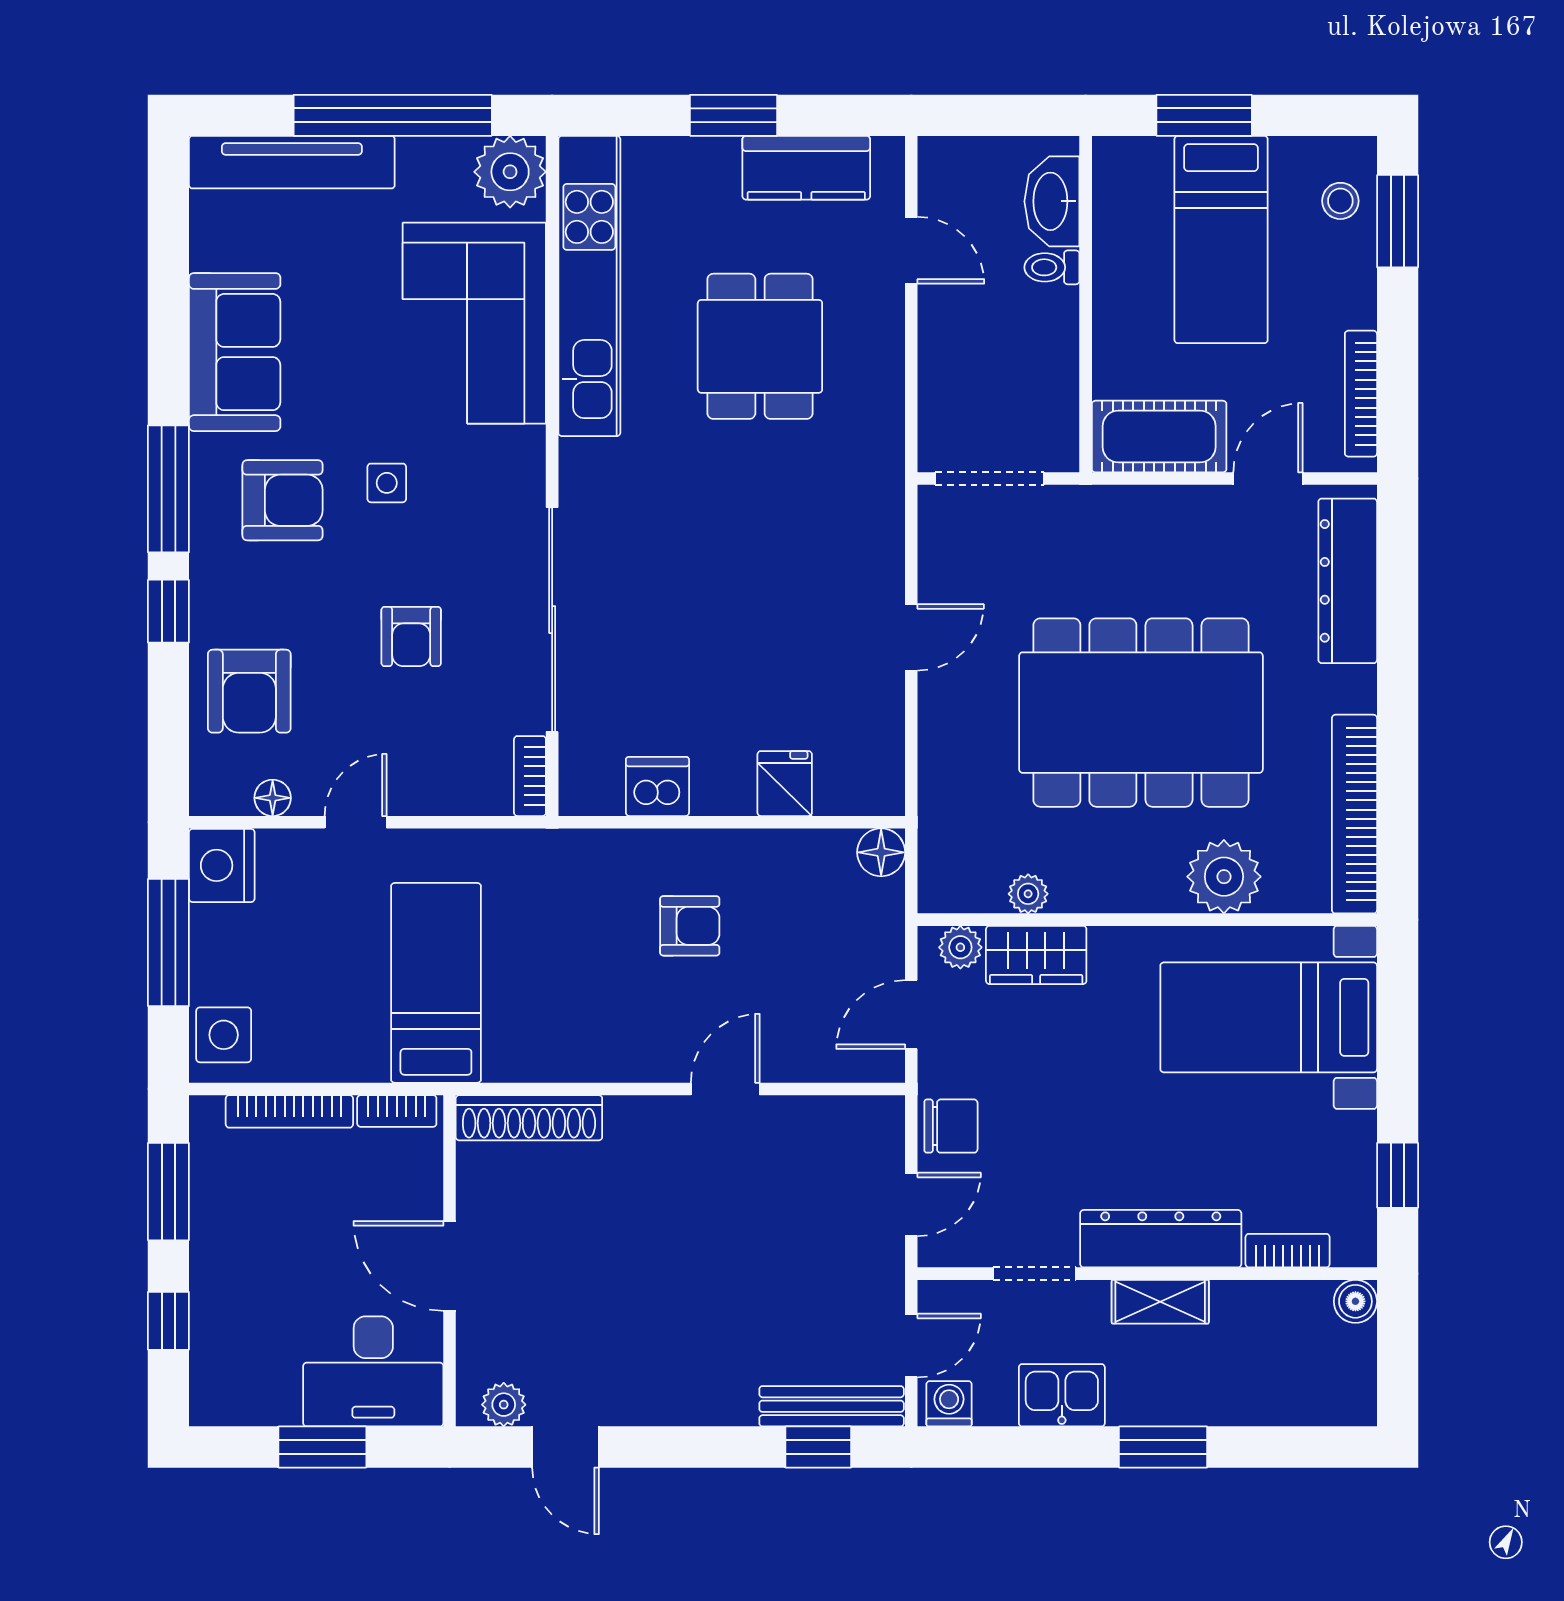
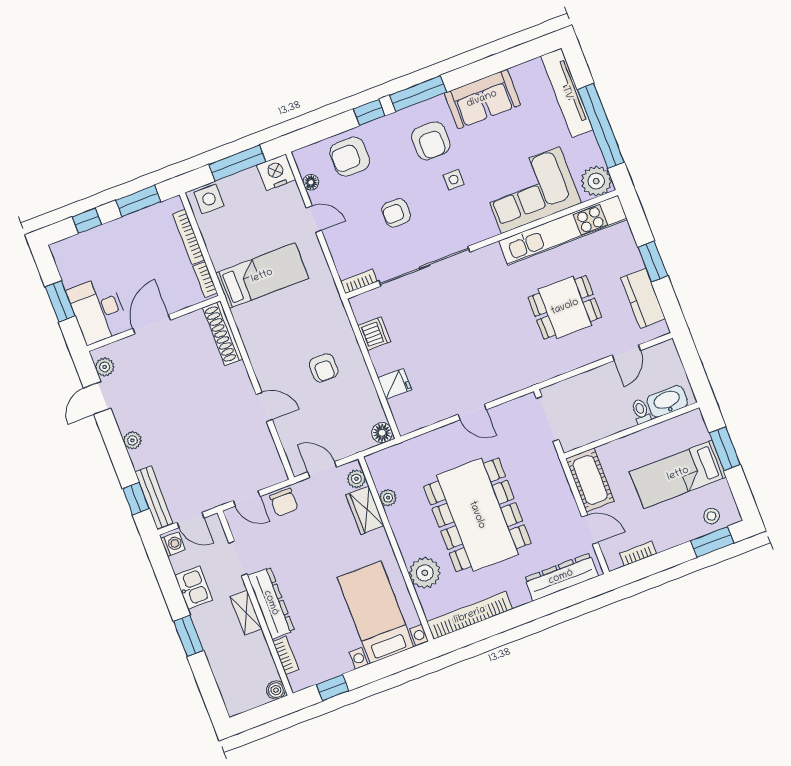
bookcase: (1361, 394) -> (638, 554), width x0.64
plant: (688, 1405) -> (132, 440), added

